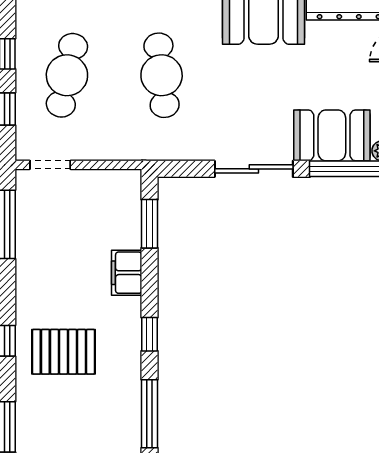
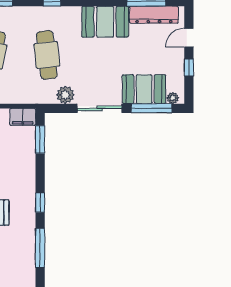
plant: (194, 145) -> (65, 95), added
filing cabinet: (127, 273) -> (23, 117), moved, turned -90

